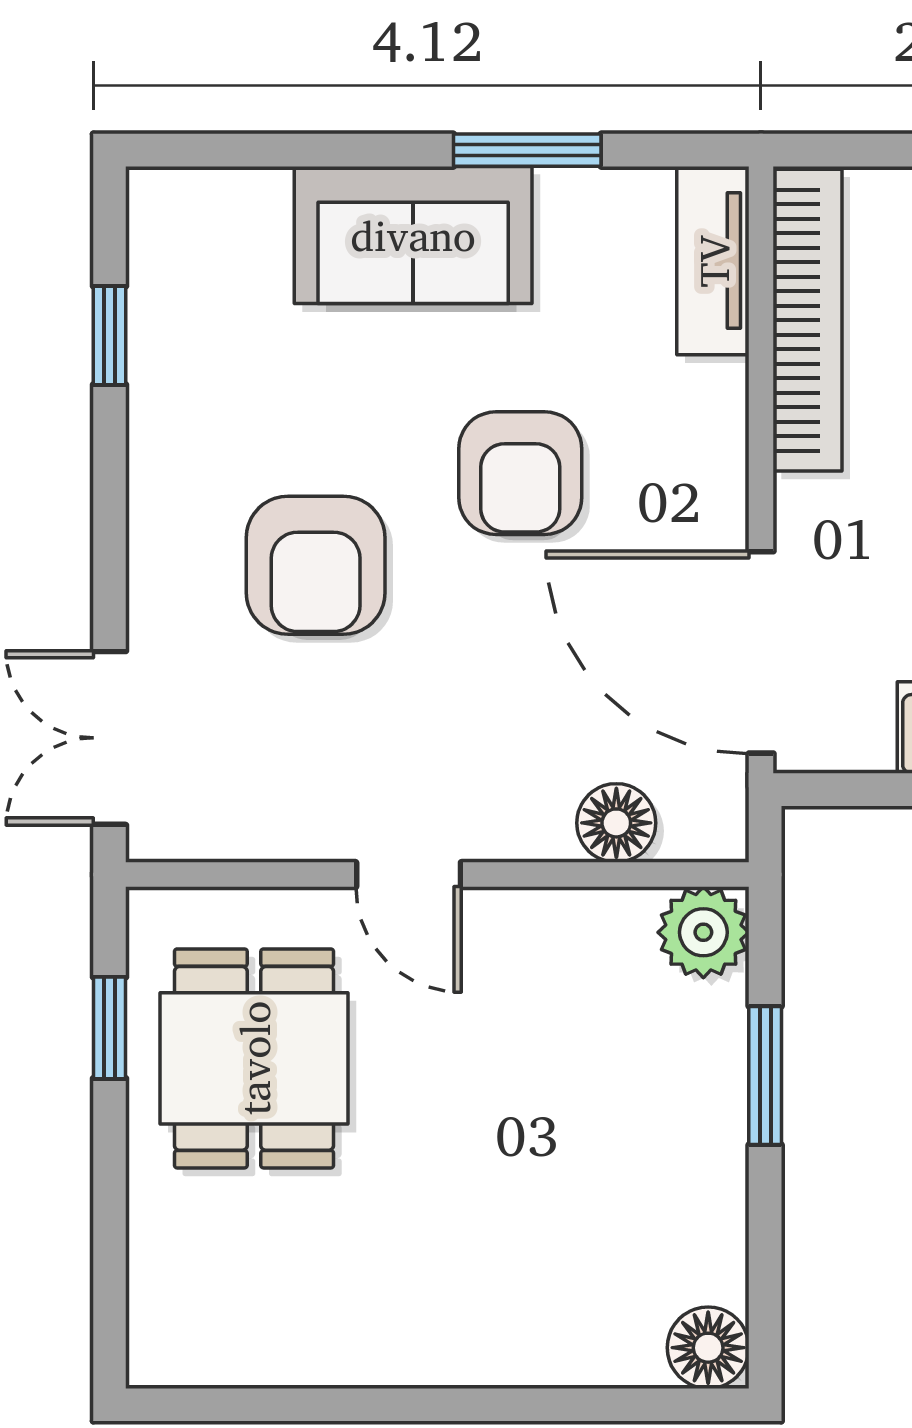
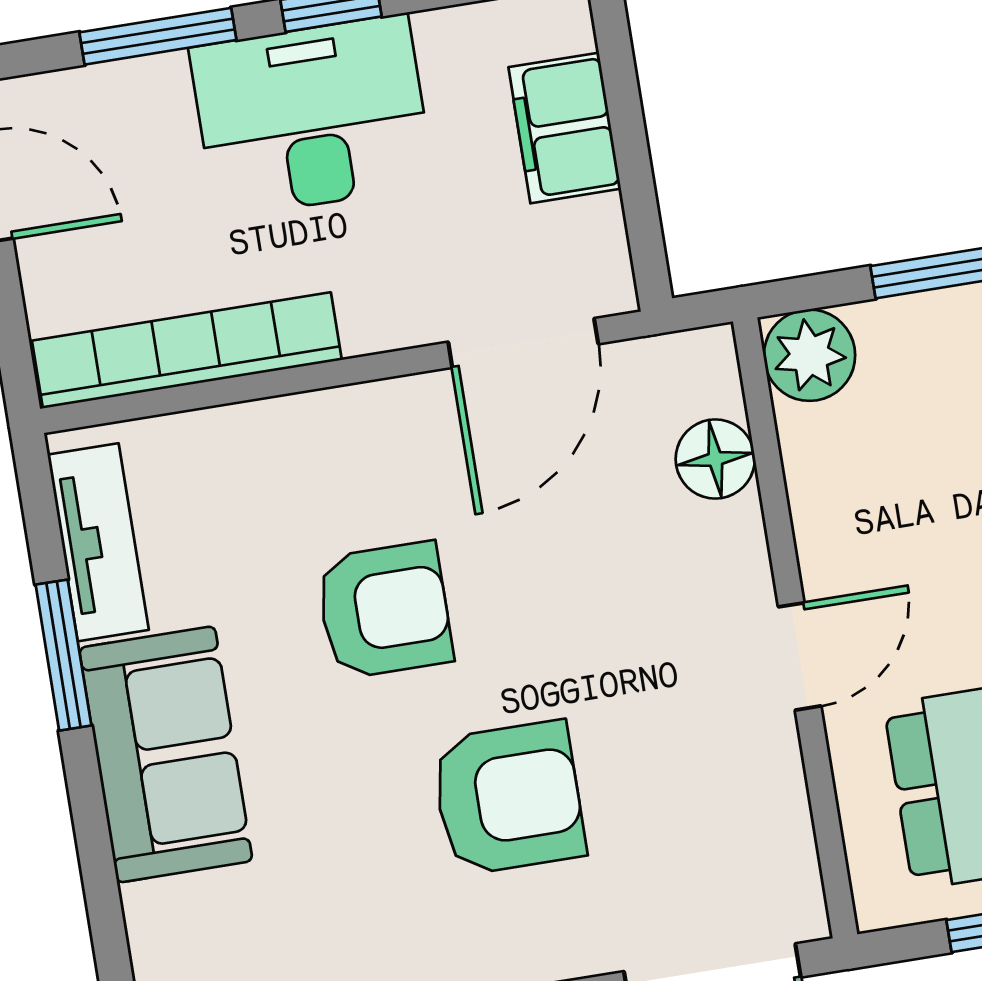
tv unit: (713, 261) -> (98, 542), moved, turned -90
door: (761, 652) -> (523, 343), width x0.73

